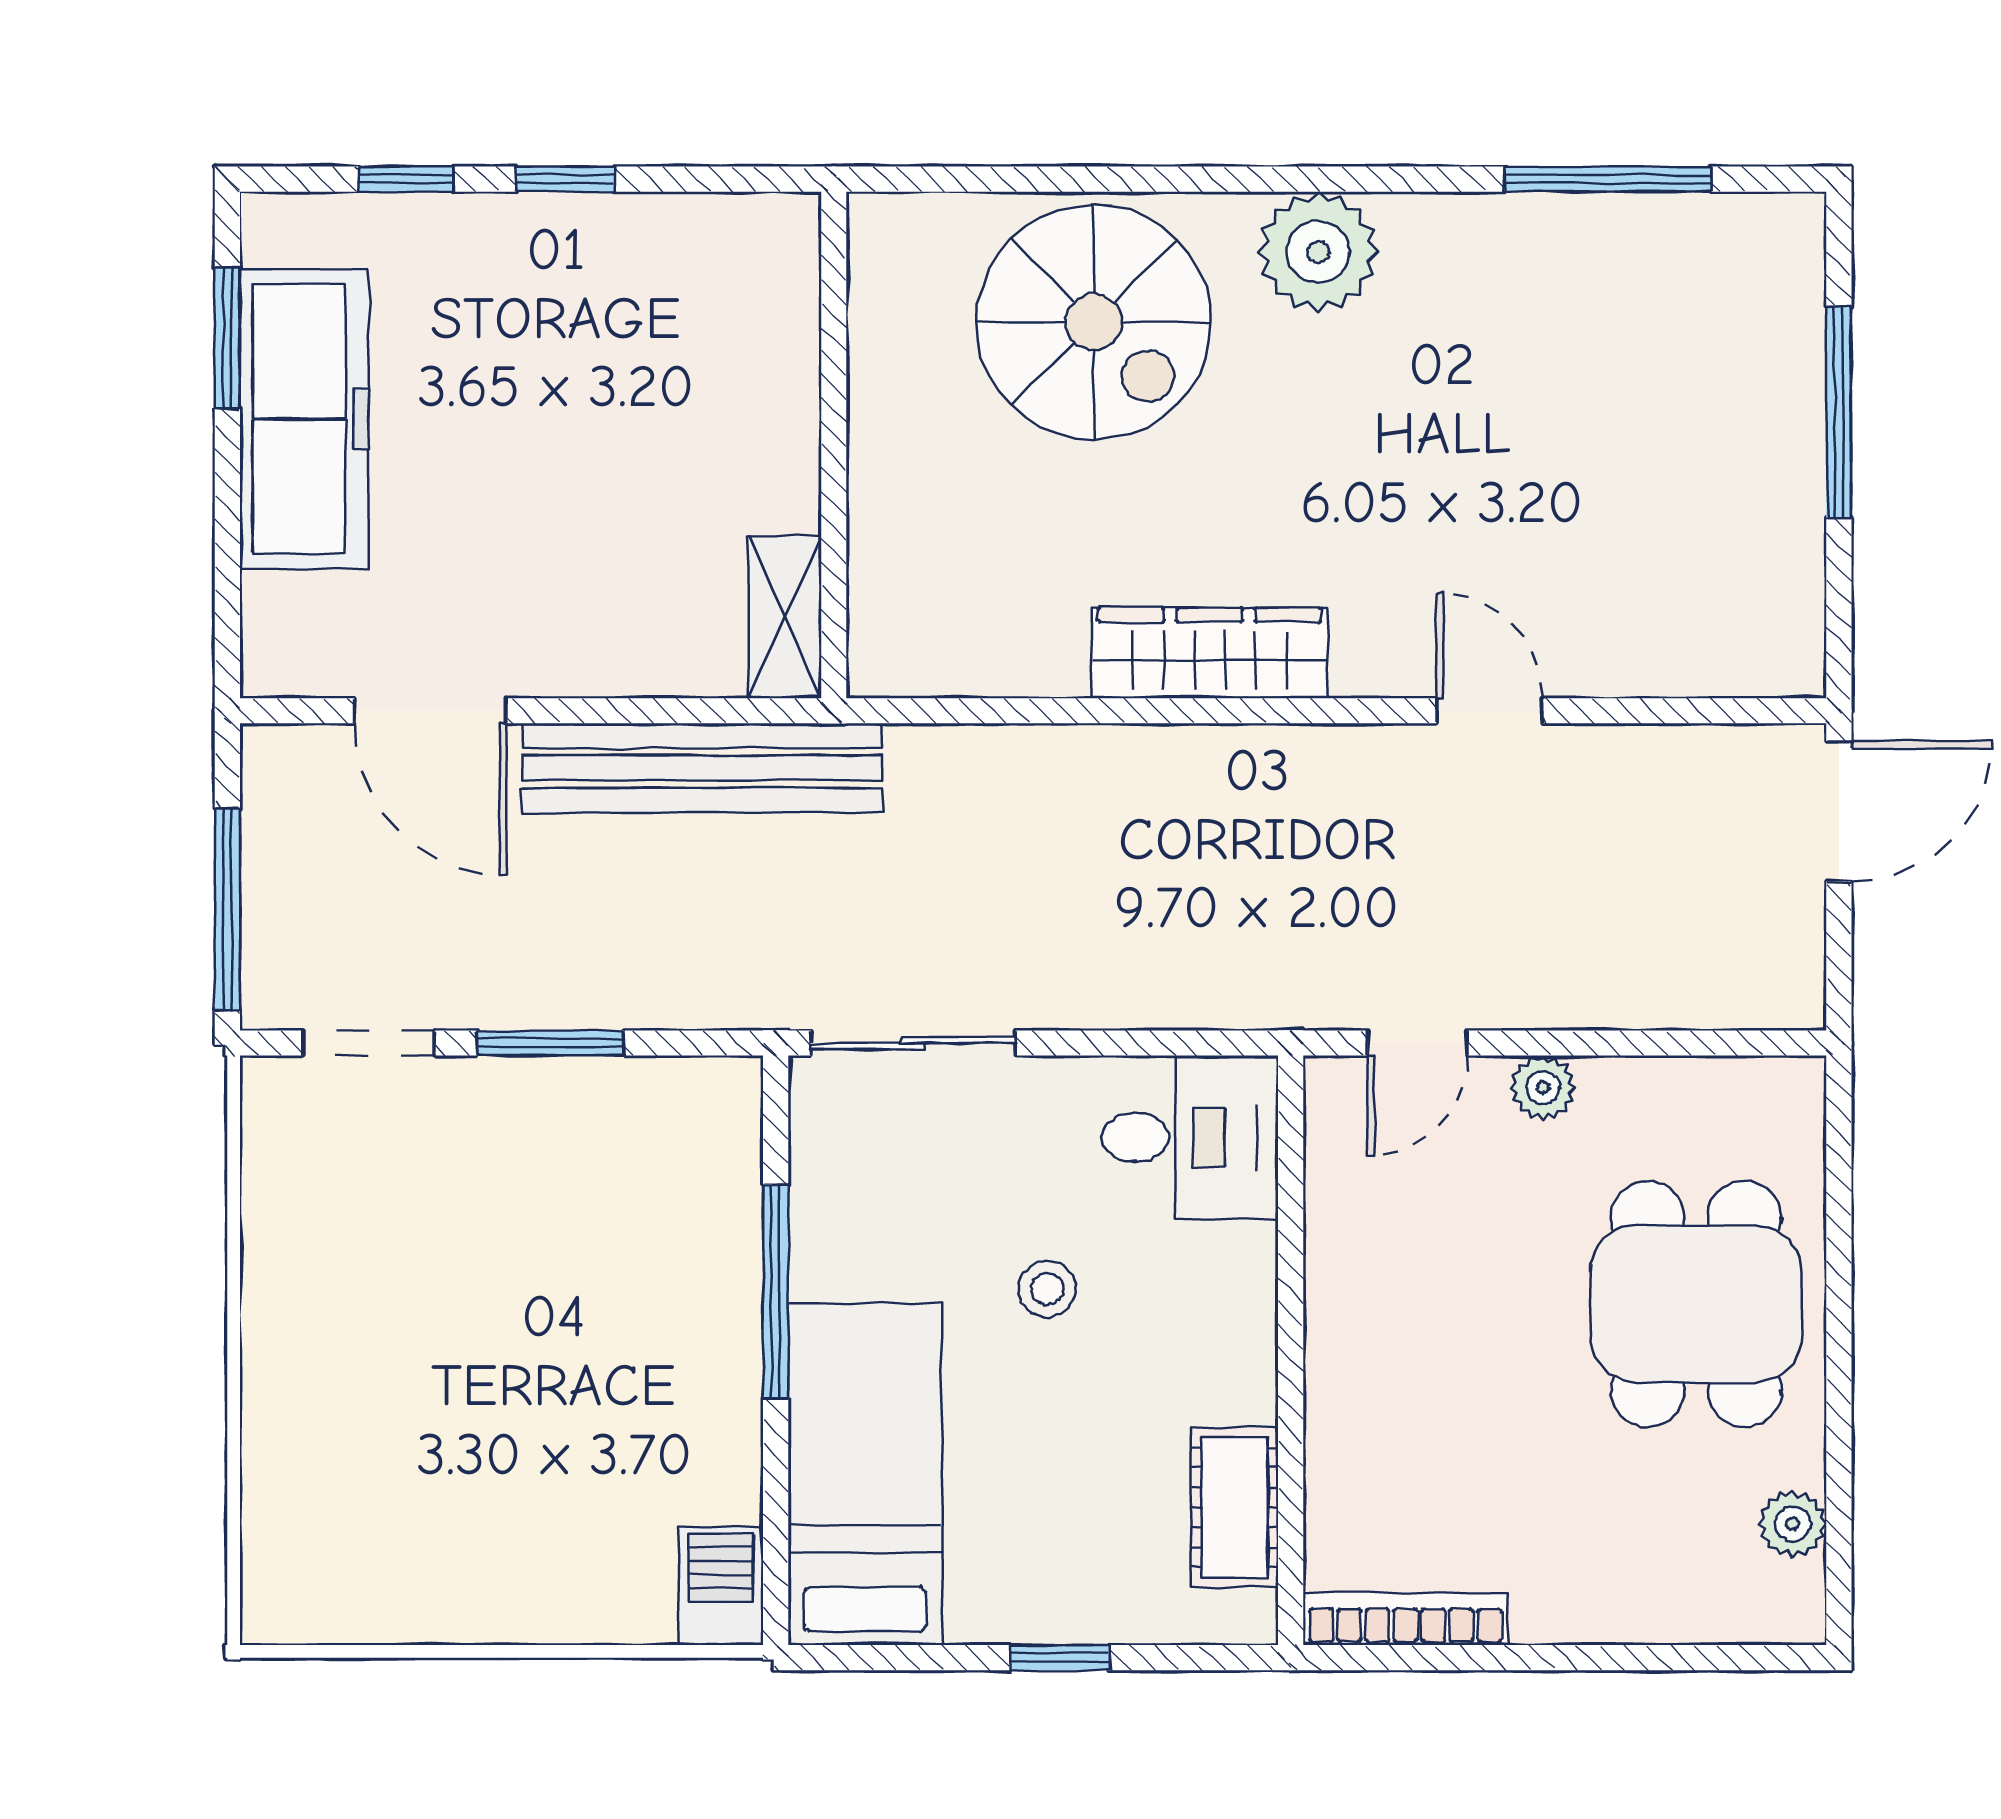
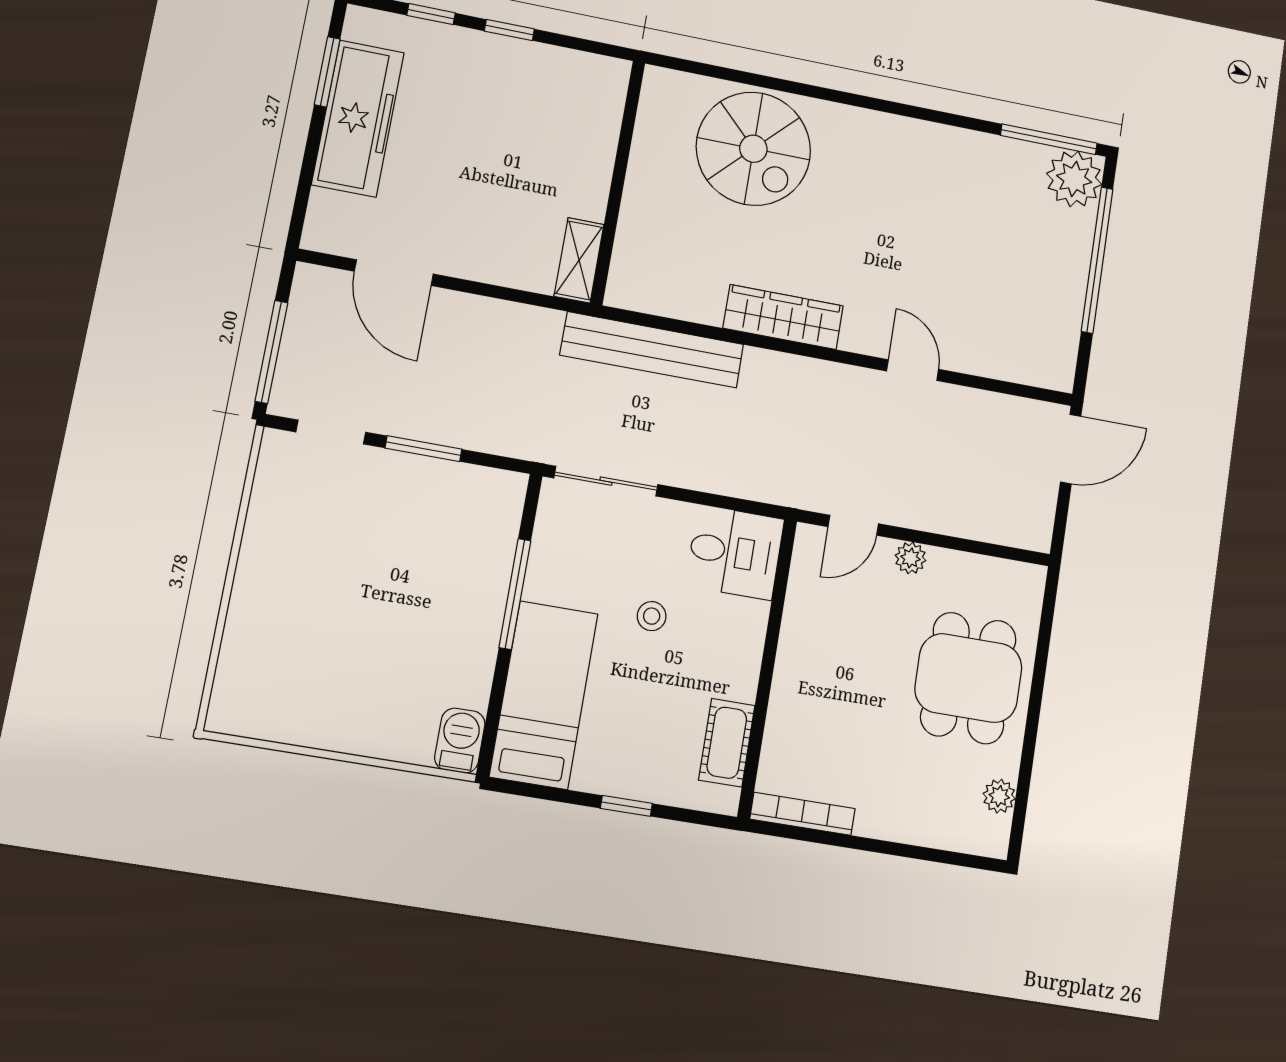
window: (1608, 179) -> (1049, 139), moved
plant: (1318, 252) -> (1074, 179), moved
window: (1839, 412) -> (1097, 260), width x1.46
bench: (702, 768) -> (652, 350), moved

